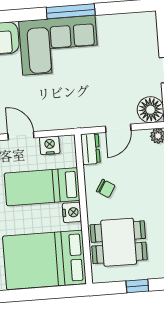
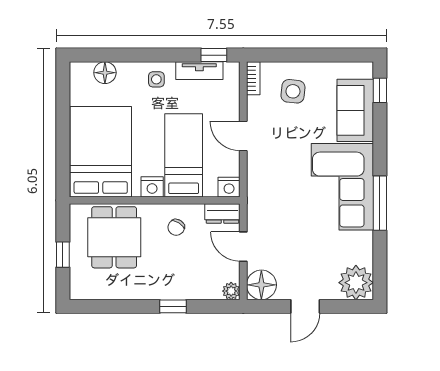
plant: (142, 27) -> (356, 283), added
door: (21, 136) -> (243, 136), swing flipped
nightstand: (50, 145) -> (229, 187), moved, turned 90

